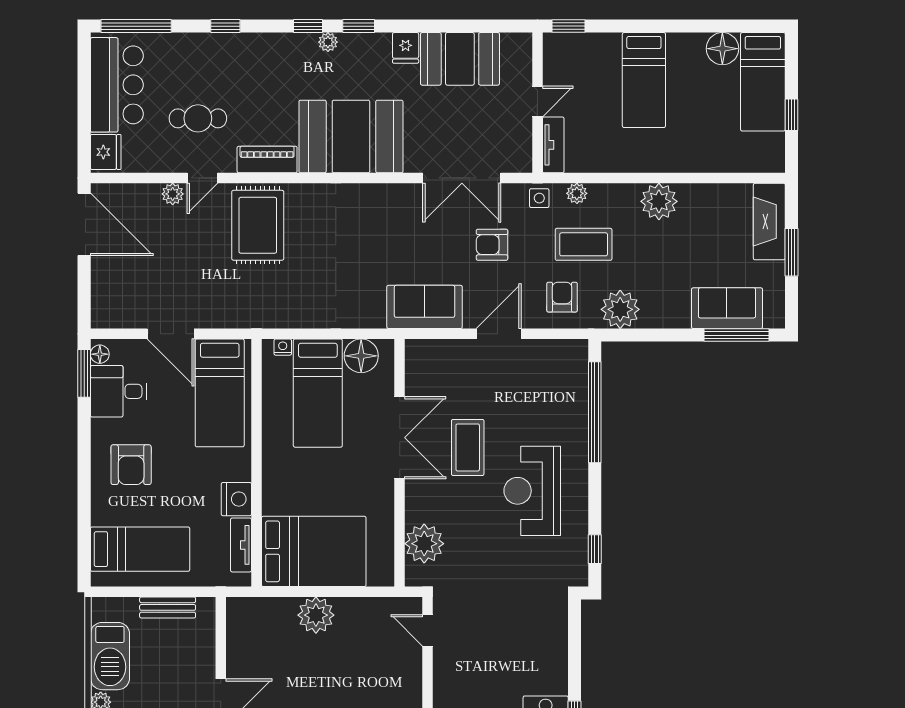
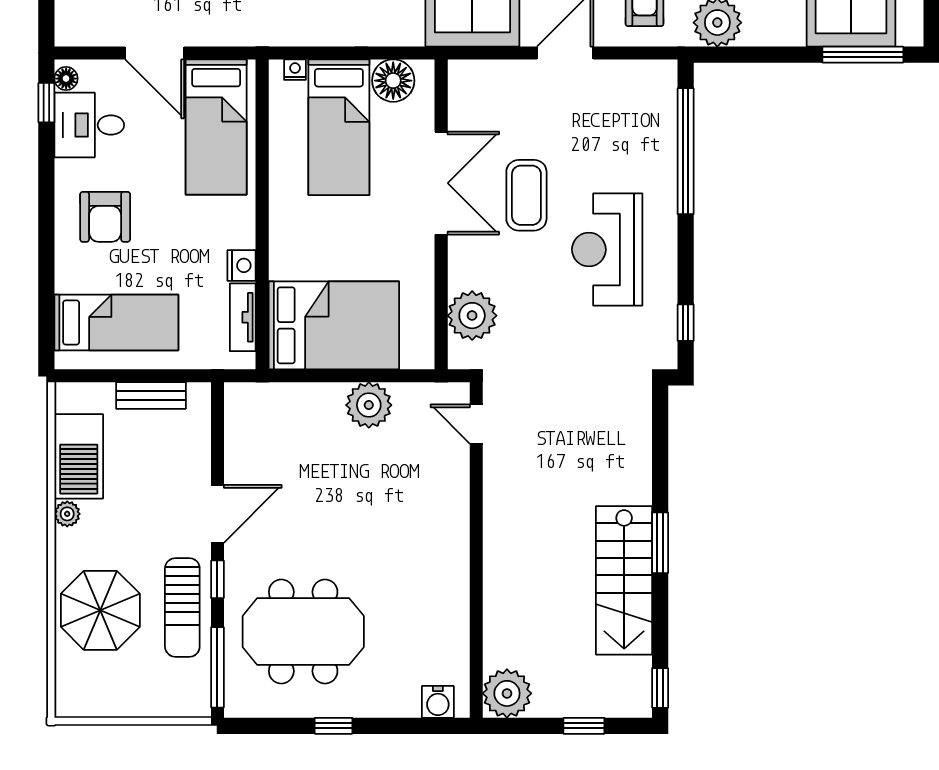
window: (84, 373) -> (46, 103), width x0.67
nightstand: (236, 499) -> (242, 265), width x0.74, depth x0.75
plant: (316, 615) -> (369, 405), moved

